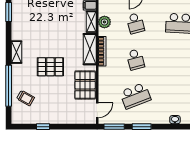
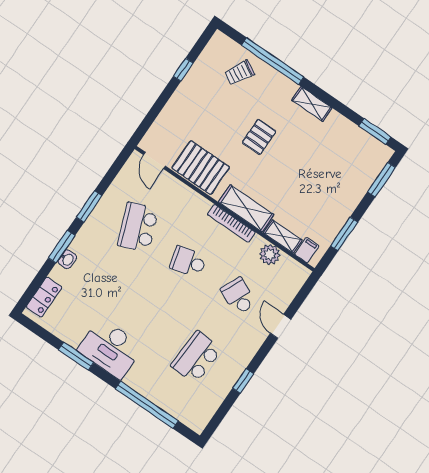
school desk: (135, 23) -> (238, 296), turned 39
pallet: (50, 67) -> (259, 137), width x0.67, depth x0.71
window: (114, 127) -> (62, 247), moved

